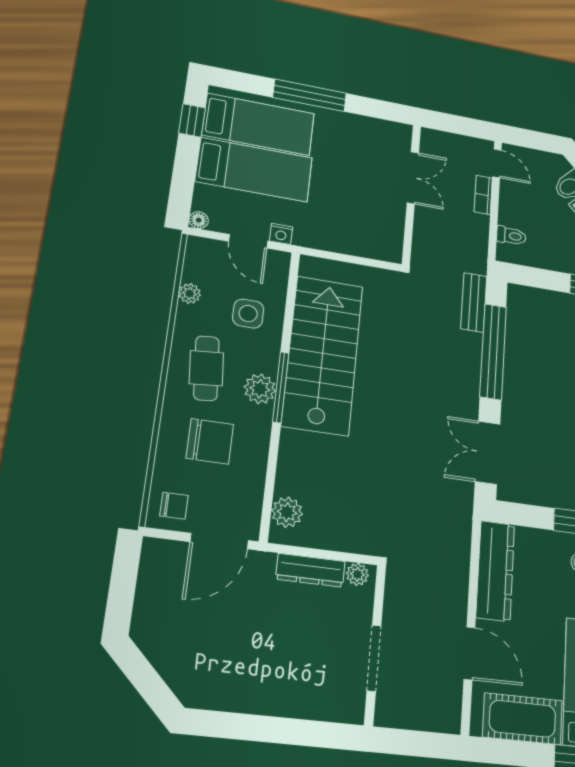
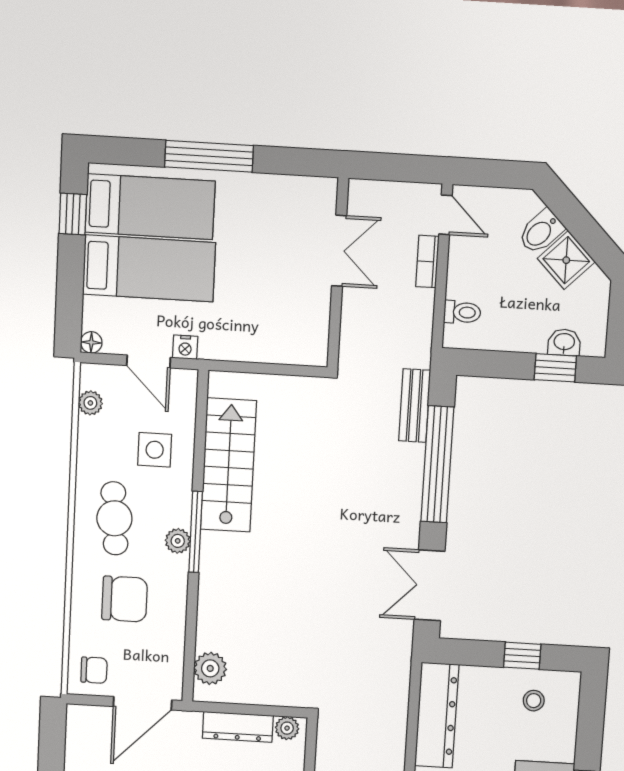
plant: (190, 293) -> (90, 403), moved
stairs: (323, 355) -> (228, 465), width x0.73, depth x0.66
plant: (260, 389) -> (178, 541), width x0.73, depth x0.73

